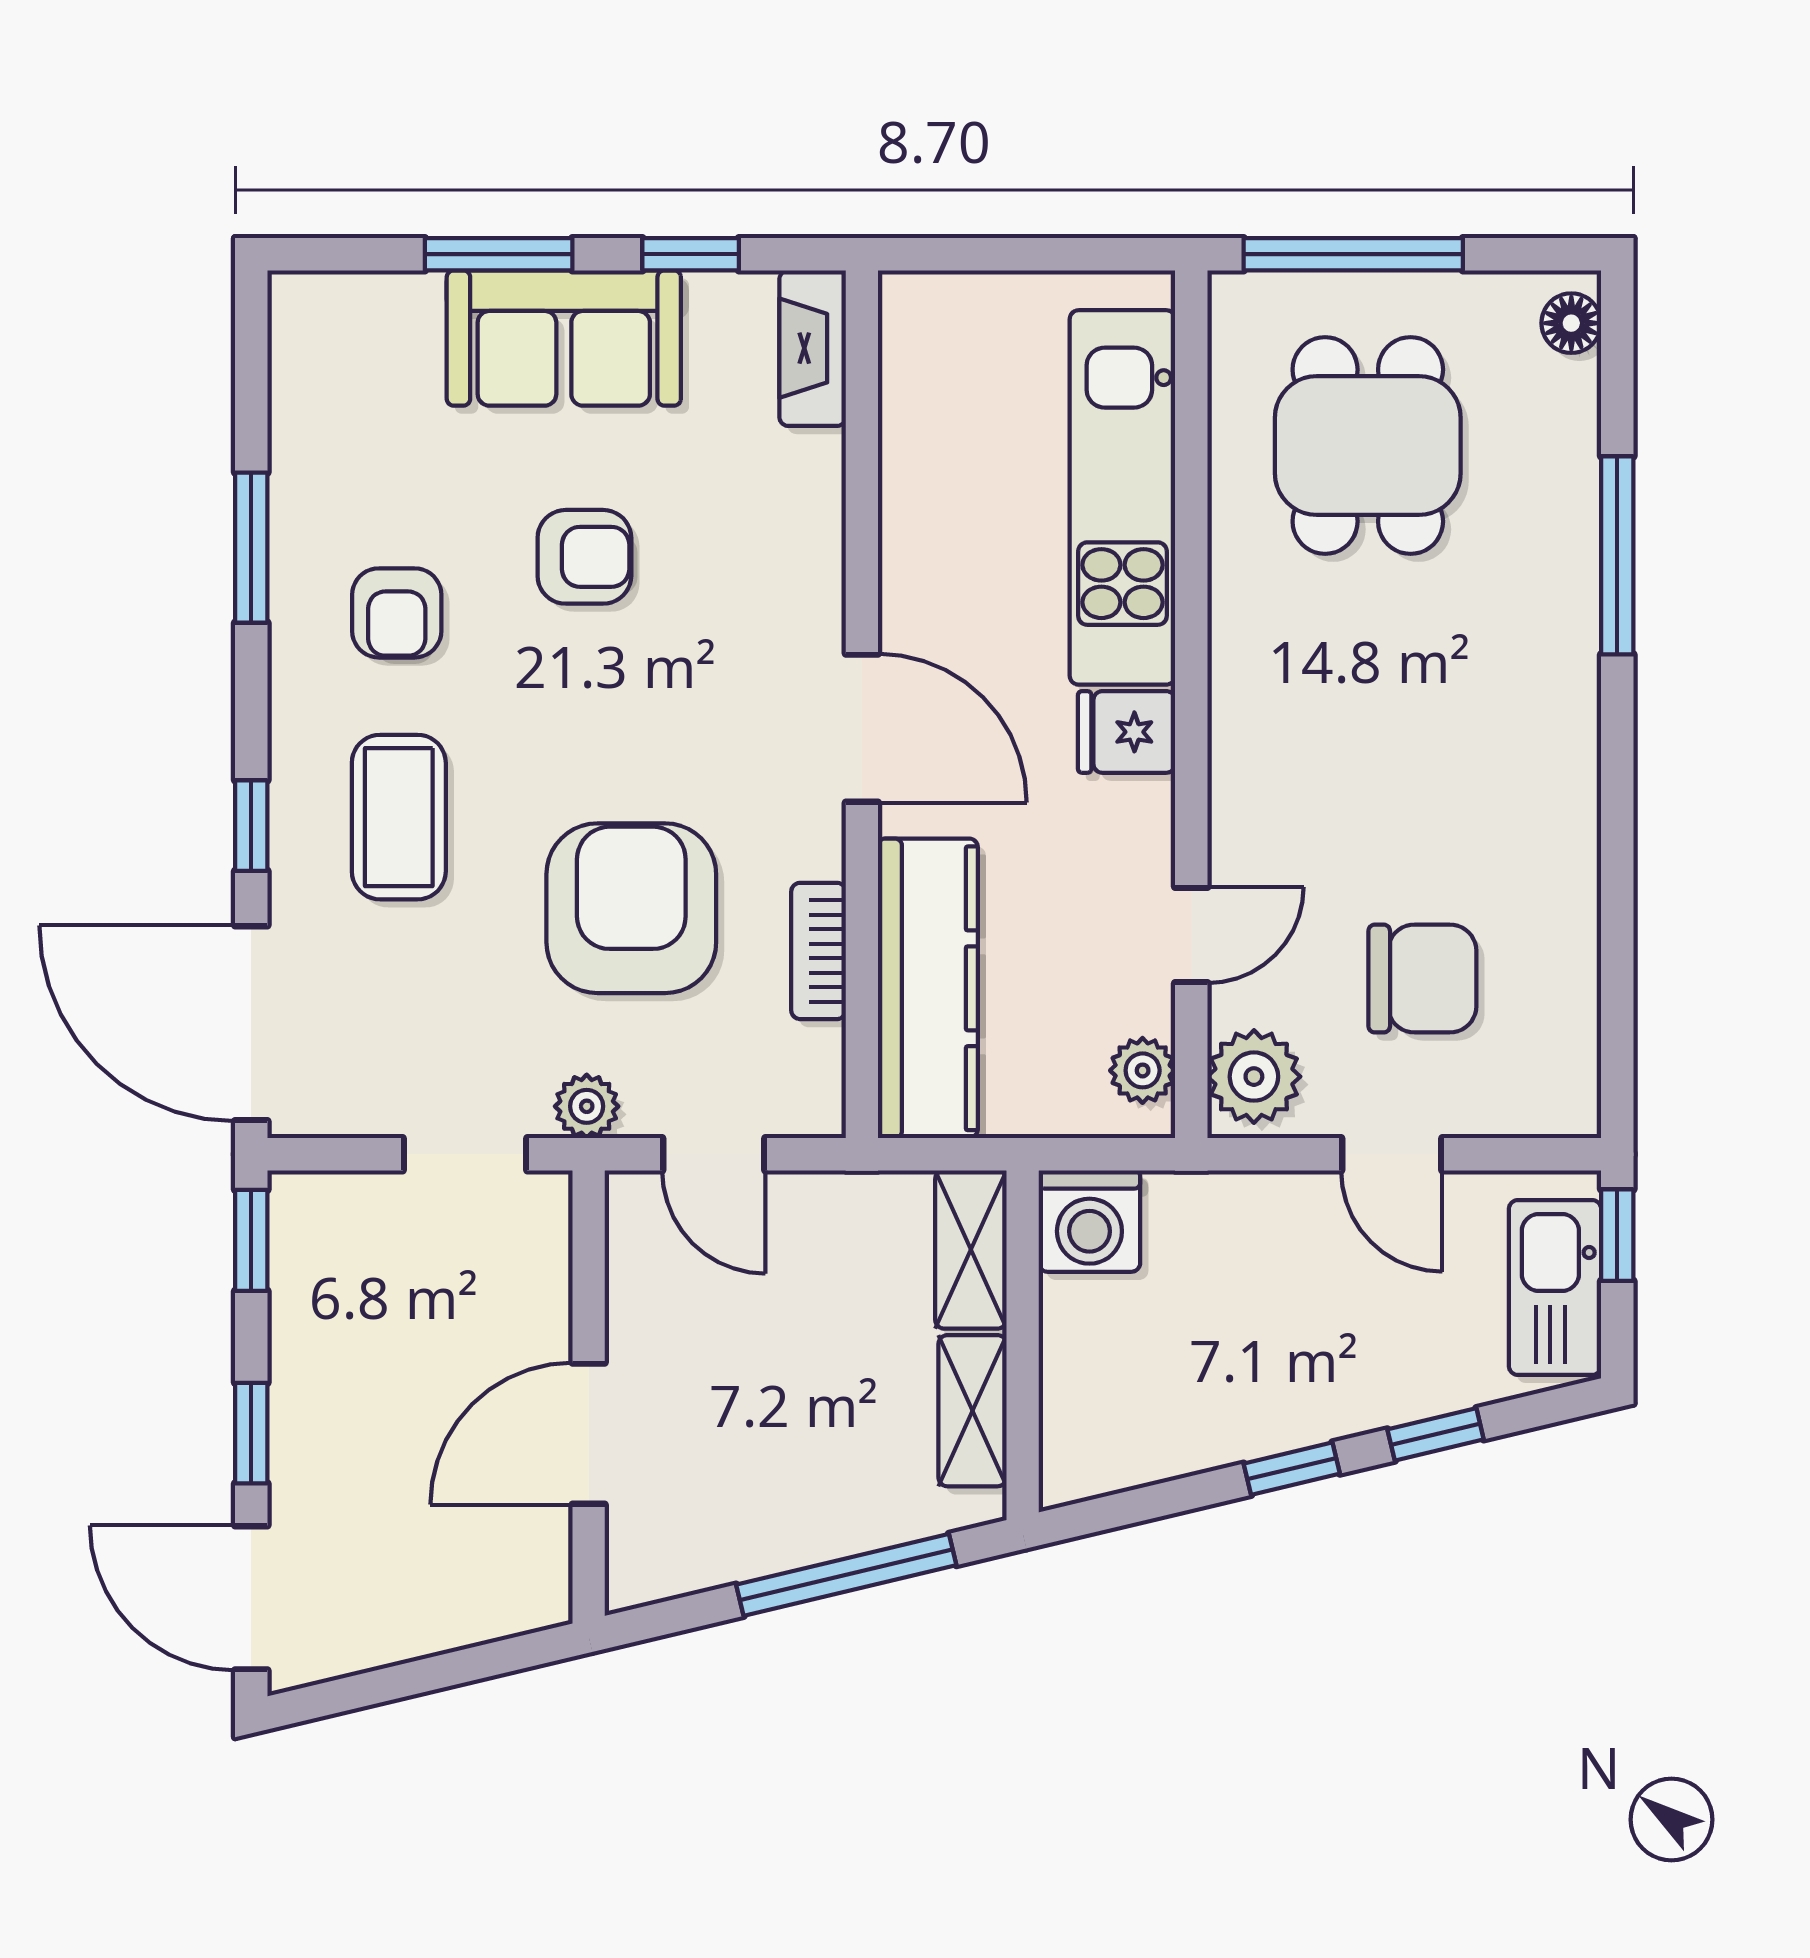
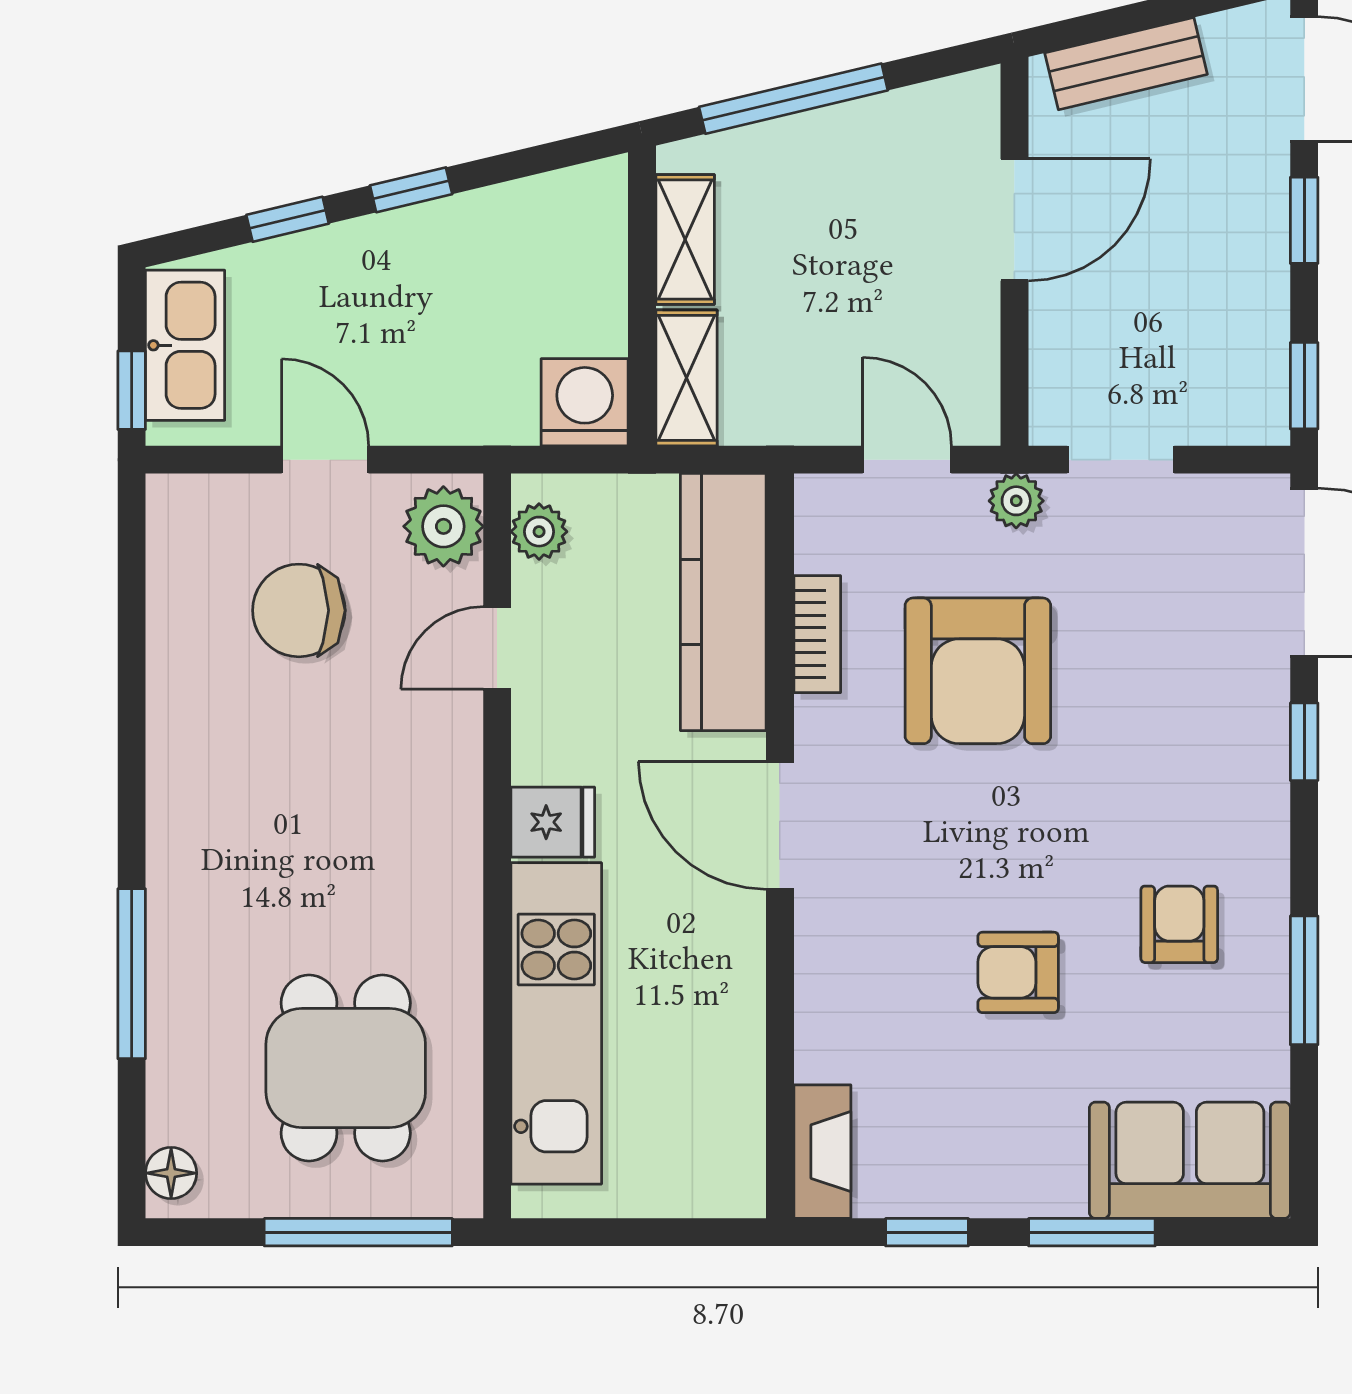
sofa: (564, 338) -> (1190, 1160), moved
coffee table: (399, 817) -> (1177, 749), removed
bench: (459, 1616) -> (1126, 64), added

